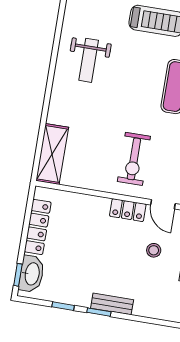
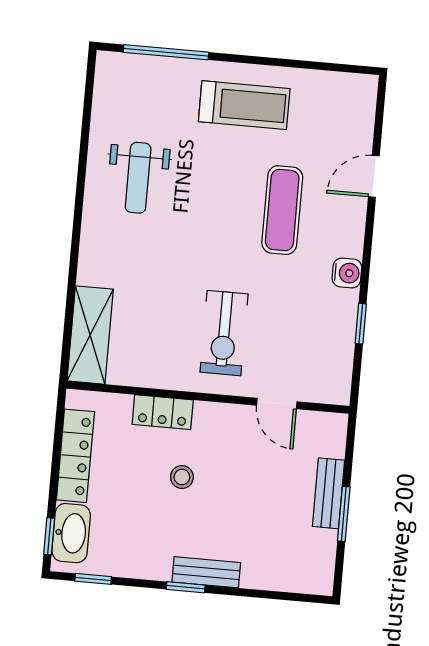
locker: (128, 210) -> (163, 412), moved
stool: (154, 250) -> (182, 477), moved
window: (63, 306) -> (93, 579), moved

